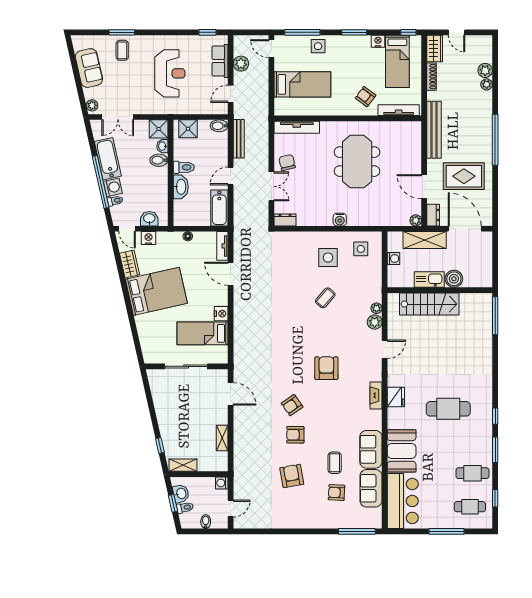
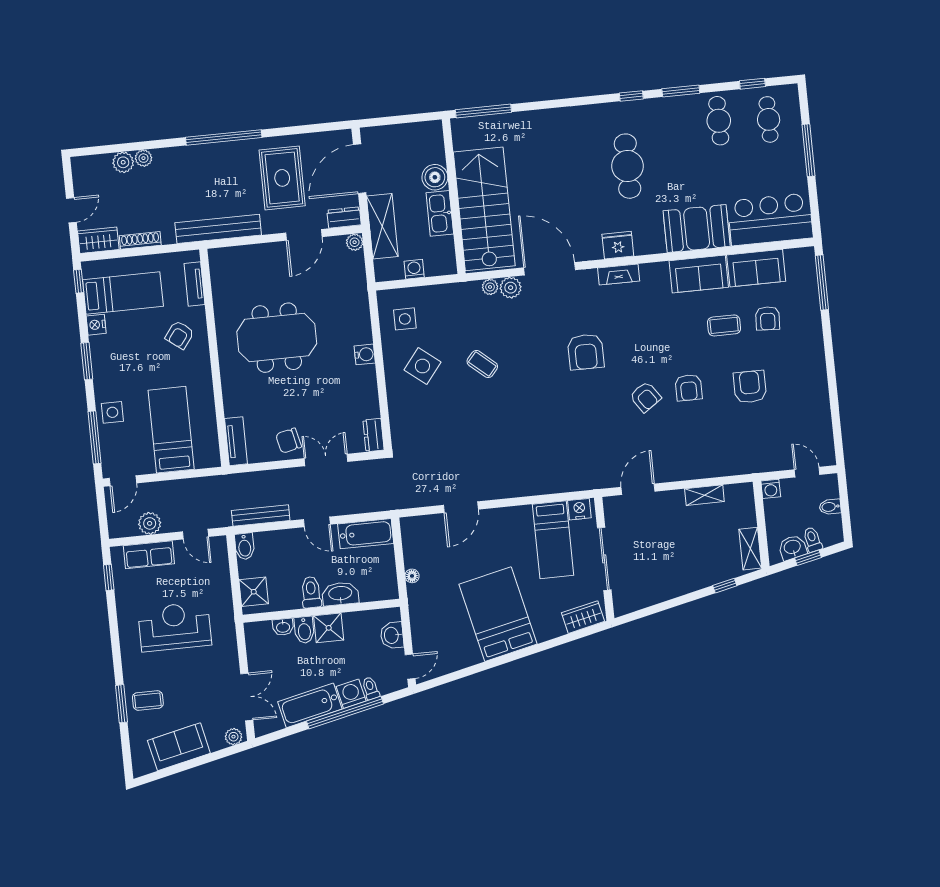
tv unit: (399, 110) -> (194, 284), width x0.71
tv unit: (297, 127) -> (236, 441), width x0.71
shower: (159, 129) -> (329, 628), moved
nightstand: (149, 238) -> (421, 634), removed
tv unit: (222, 246) -> (421, 524), removed
side table: (328, 258) -> (422, 366), turned 38
wardrobe: (130, 264) -> (583, 617), moved
stairs: (429, 304) -> (484, 209), width x1.36, depth x1.51
nightstand: (221, 314) -> (579, 509), moved
door: (385, 349) -> (550, 269), width x1.88
armchair: (326, 368) -> (586, 352), turned -90
armchair: (292, 476) -> (750, 387), turned 100

